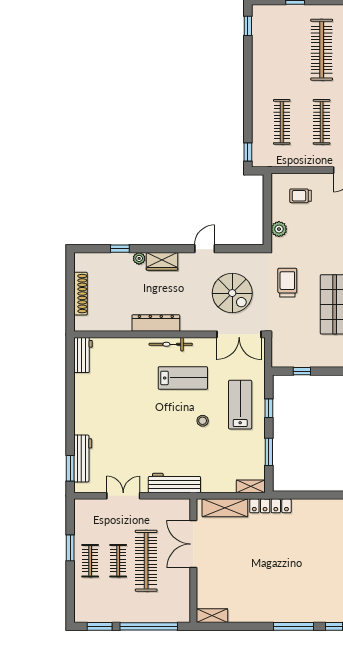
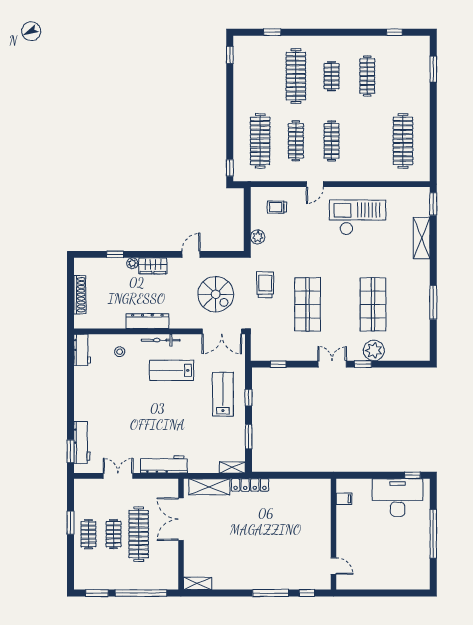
clothes rail: (282, 122) -> (260, 141), width x1.37, depth x1.31
lab bench: (183, 378) -> (172, 370), turned 180
stool: (203, 421) -> (120, 352), moved

